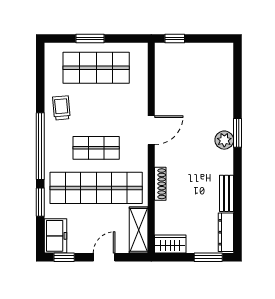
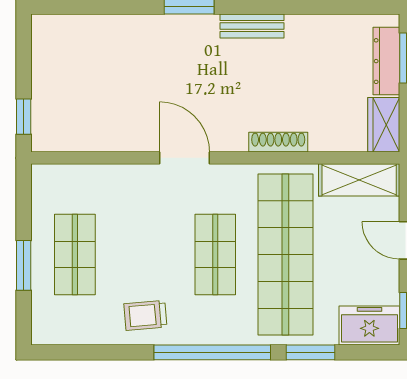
shop shelf: (96, 68) -> (75, 254), width x0.70, depth x0.74
plant: (224, 140) -> (202, 30), removed
bench: (227, 193) -> (252, 26), moved
dresser: (226, 232) -> (386, 61), moved, turned 90

